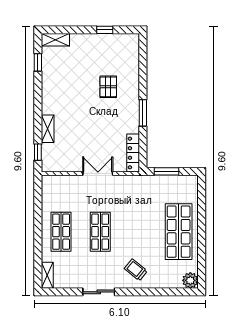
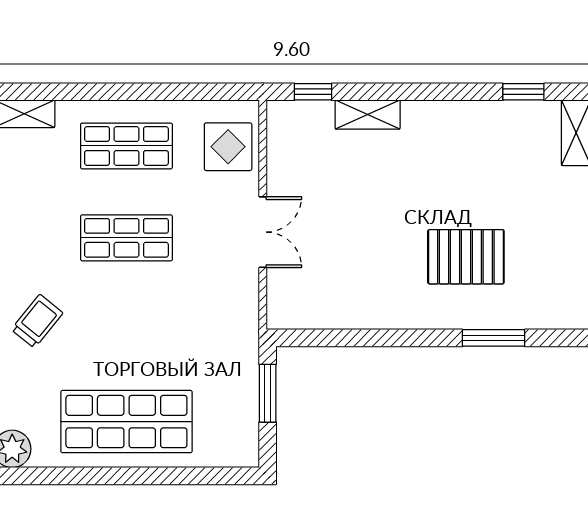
pallet: (108, 87) -> (466, 257), width x1.50, depth x1.42
window: (143, 113) -> (494, 338), moved
locker: (133, 153) -> (311, 315), removed
display table: (61, 188) -> (228, 147), added

